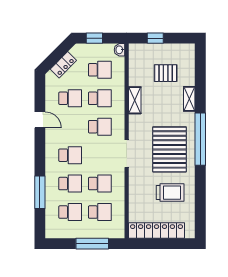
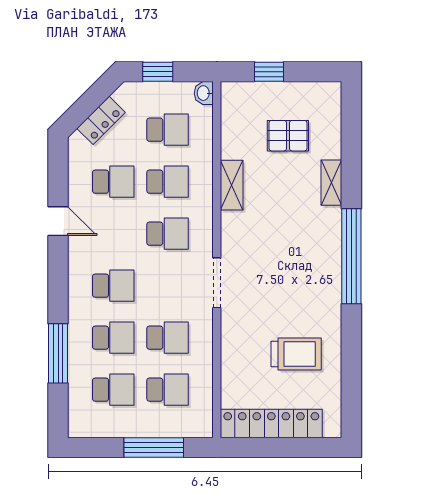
pallet: (170, 149) -> (295, 275), removed

